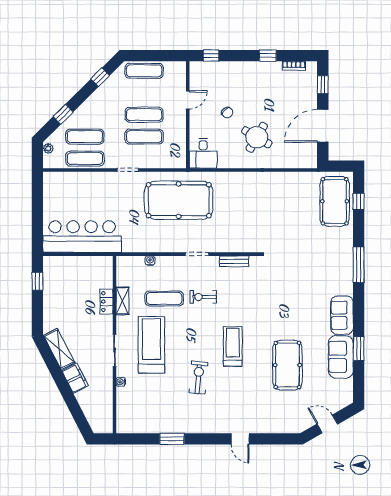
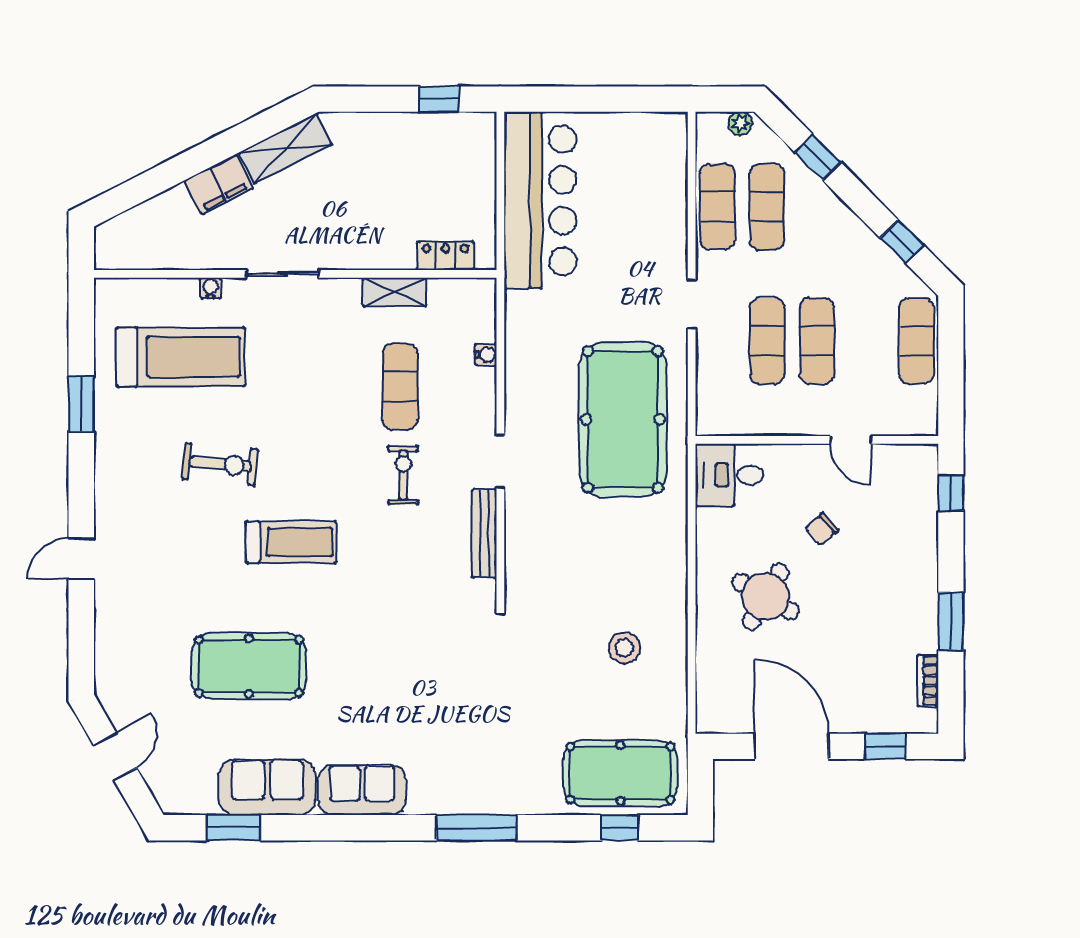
window: (268, 56) -> (951, 621), width x1.50
stool: (279, 200) -> (624, 648), added
bench: (234, 261) -> (484, 533), width x1.36
locker: (106, 302) -> (446, 256), moved
treadmill: (151, 345) -> (181, 357), moved
window: (359, 349) -> (233, 828), moved

